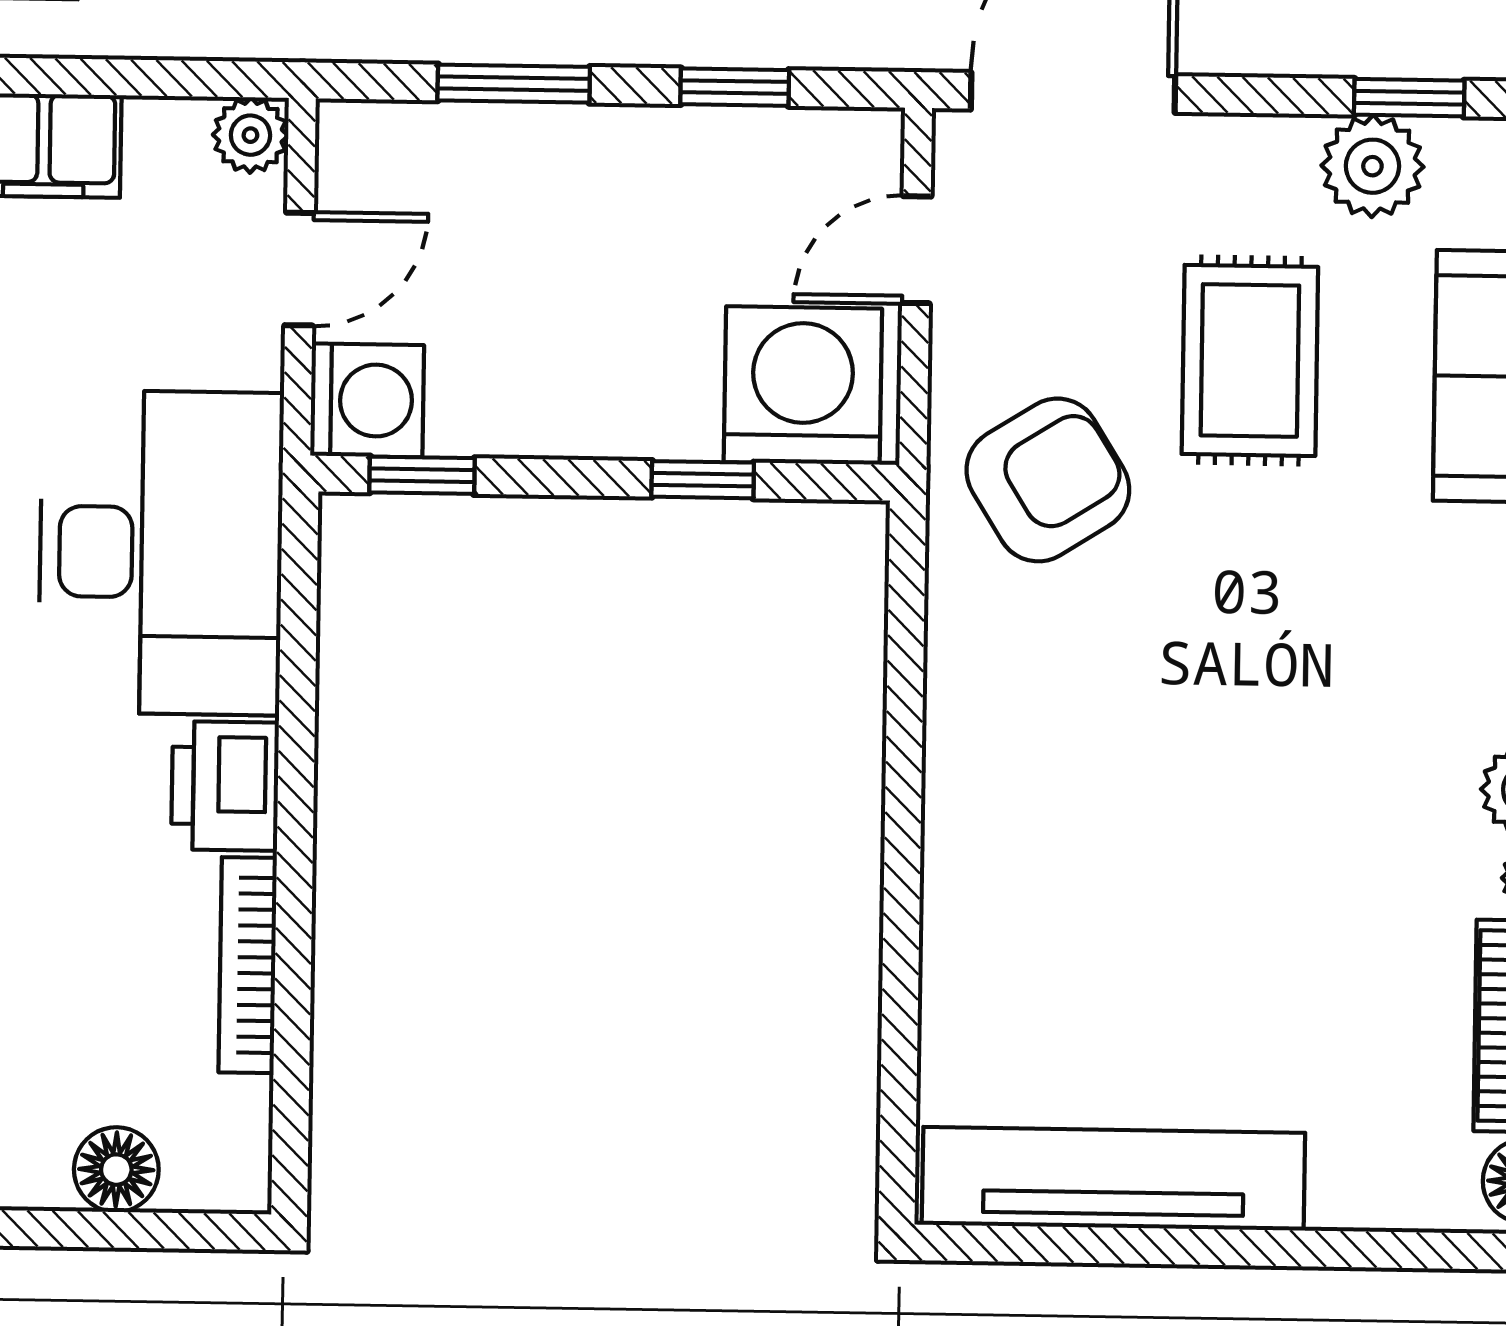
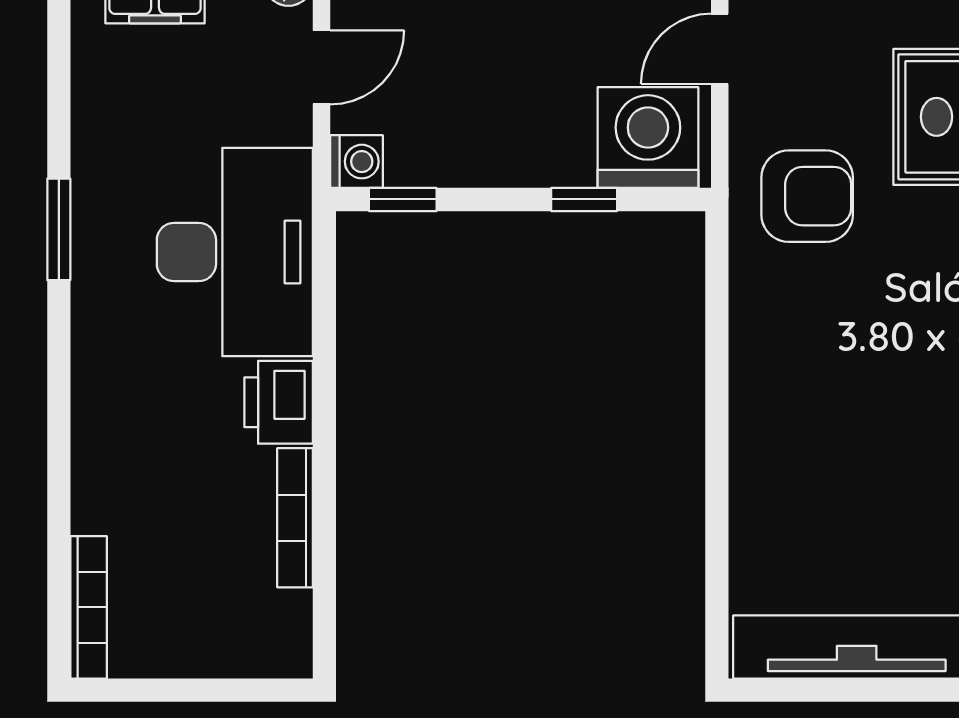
washing machine: (367, 400) -> (356, 162), width x0.73, depth x0.73
armchair: (1048, 480) -> (807, 196), turned 32
floor lamp: (116, 1170) -> (212, 651), removed

